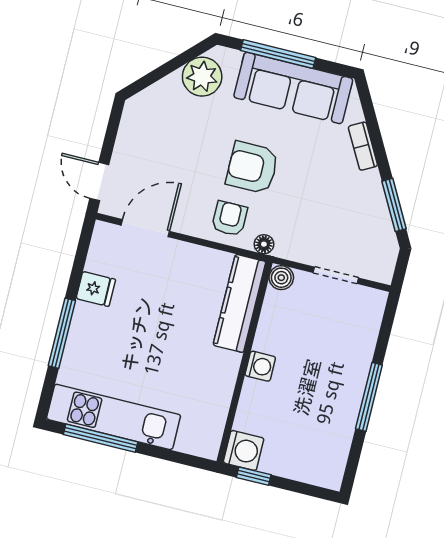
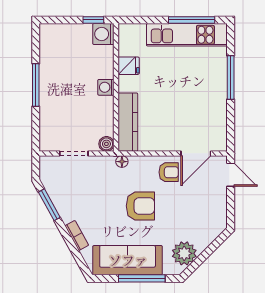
armchair: (229, 219) -> (169, 172), moved, turned -90
fridge: (96, 289) -> (129, 66), moved, turned 180

